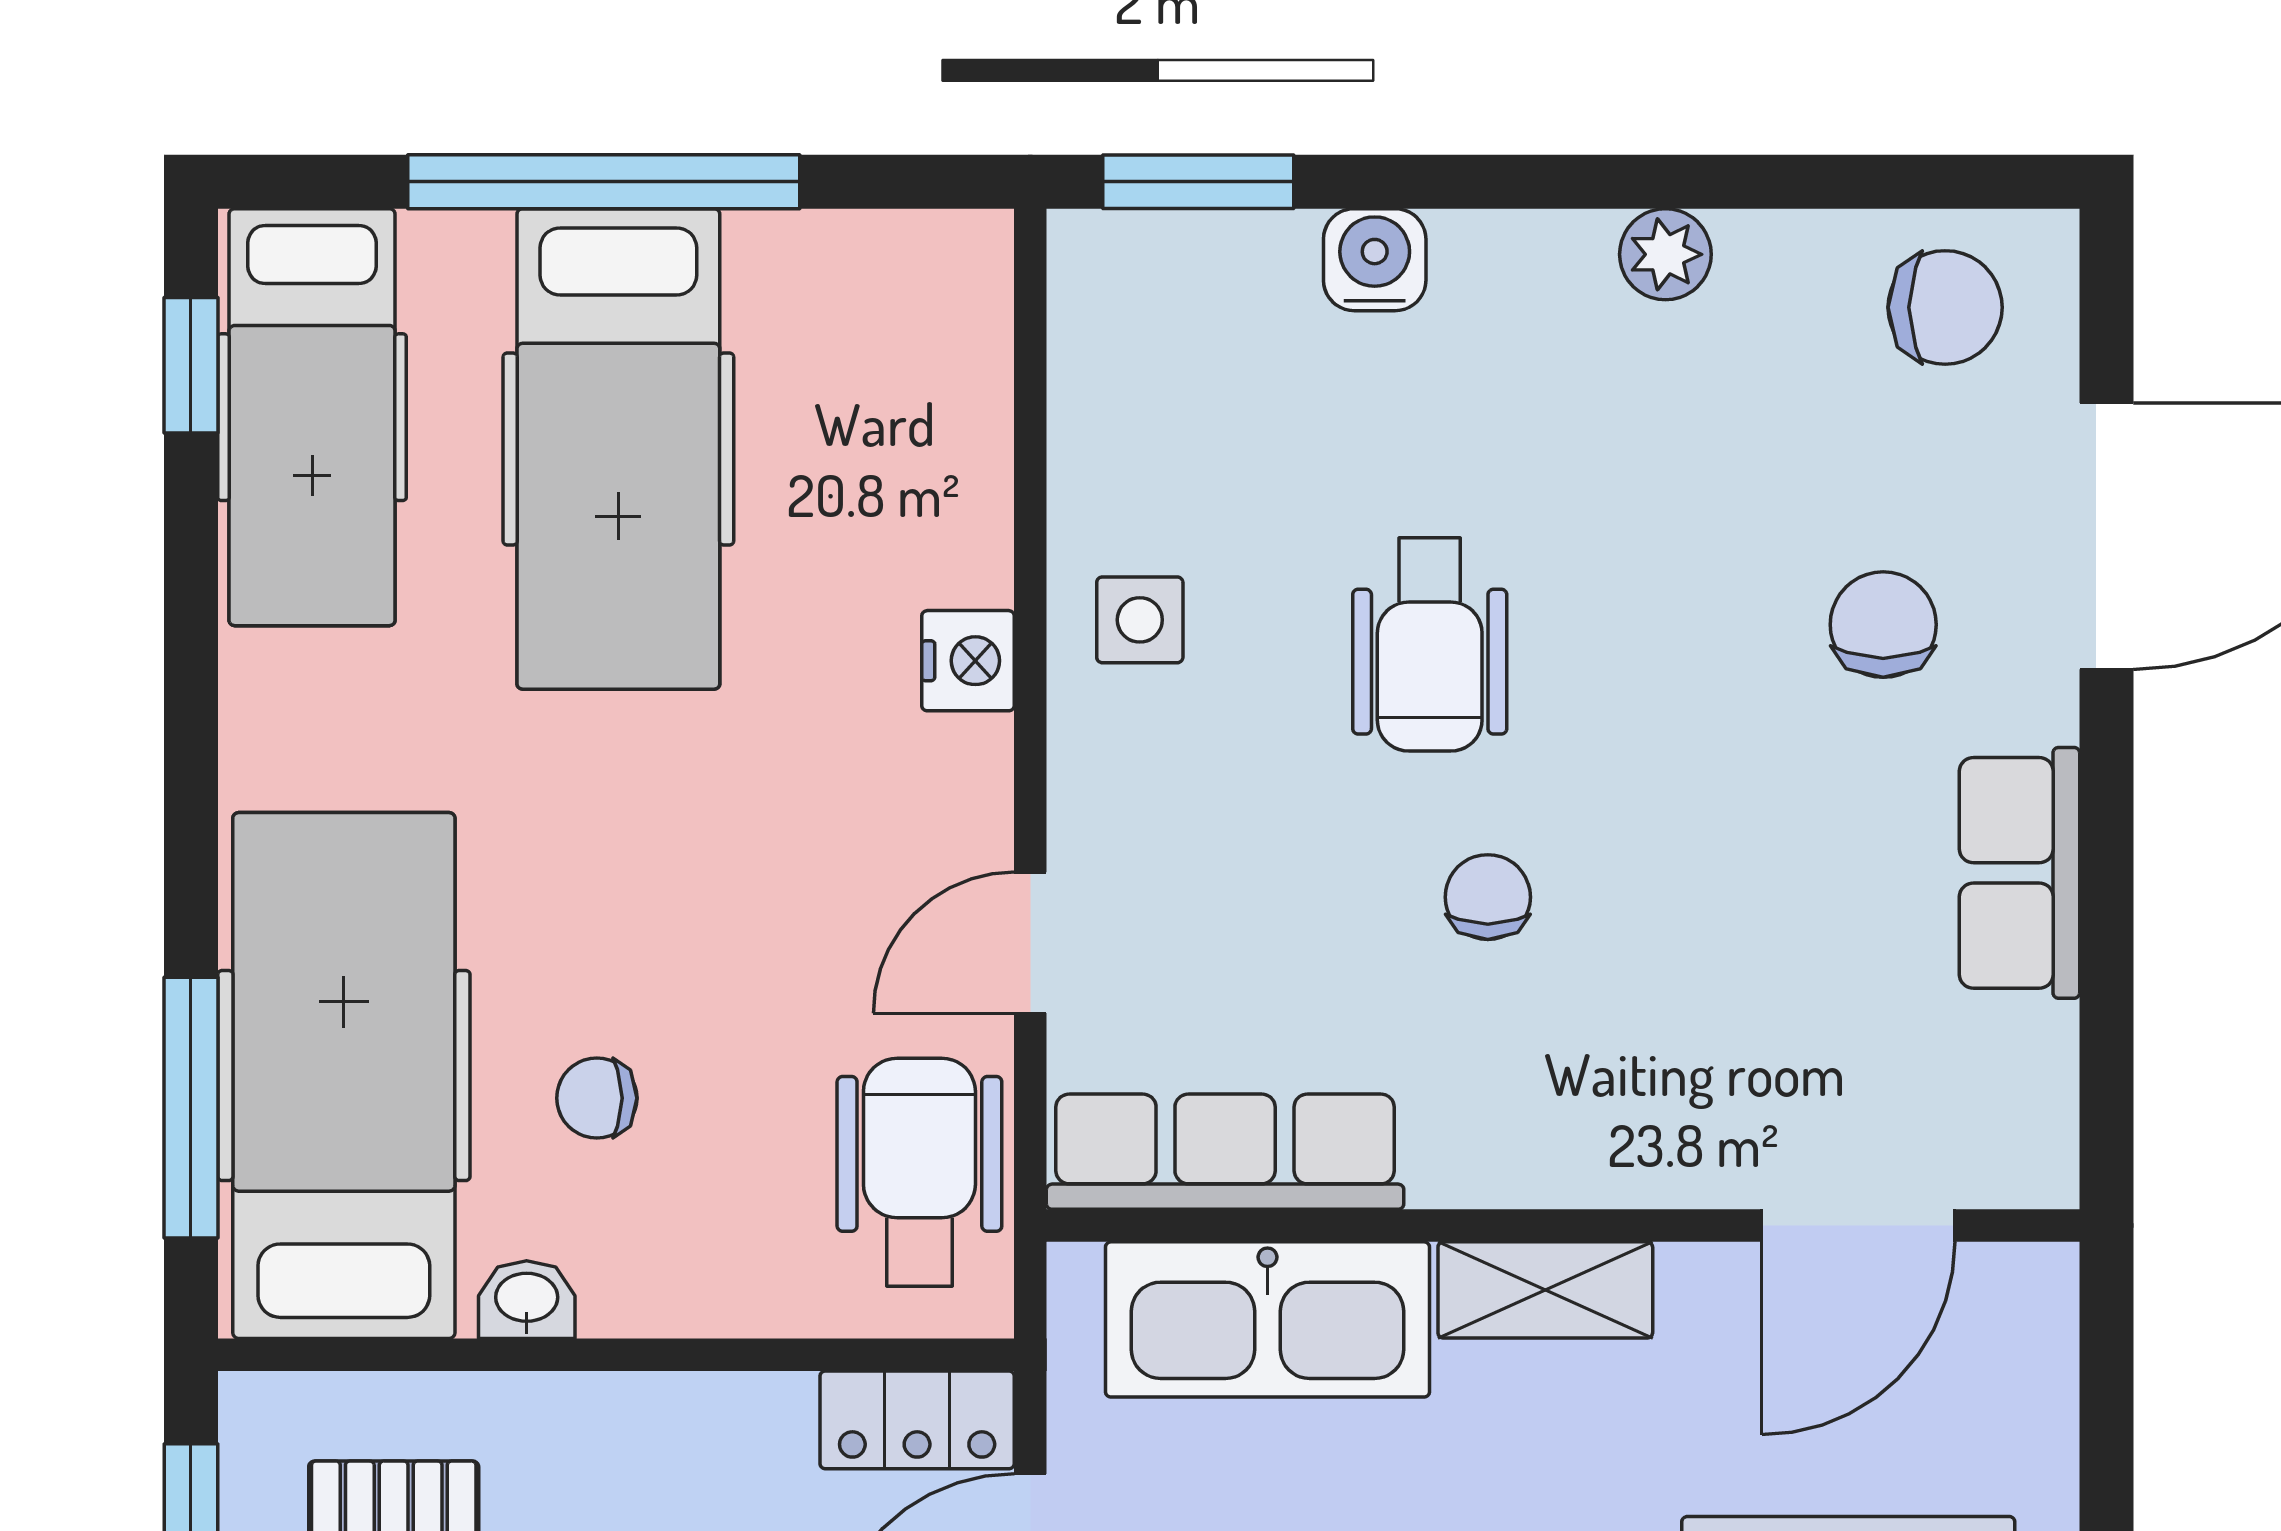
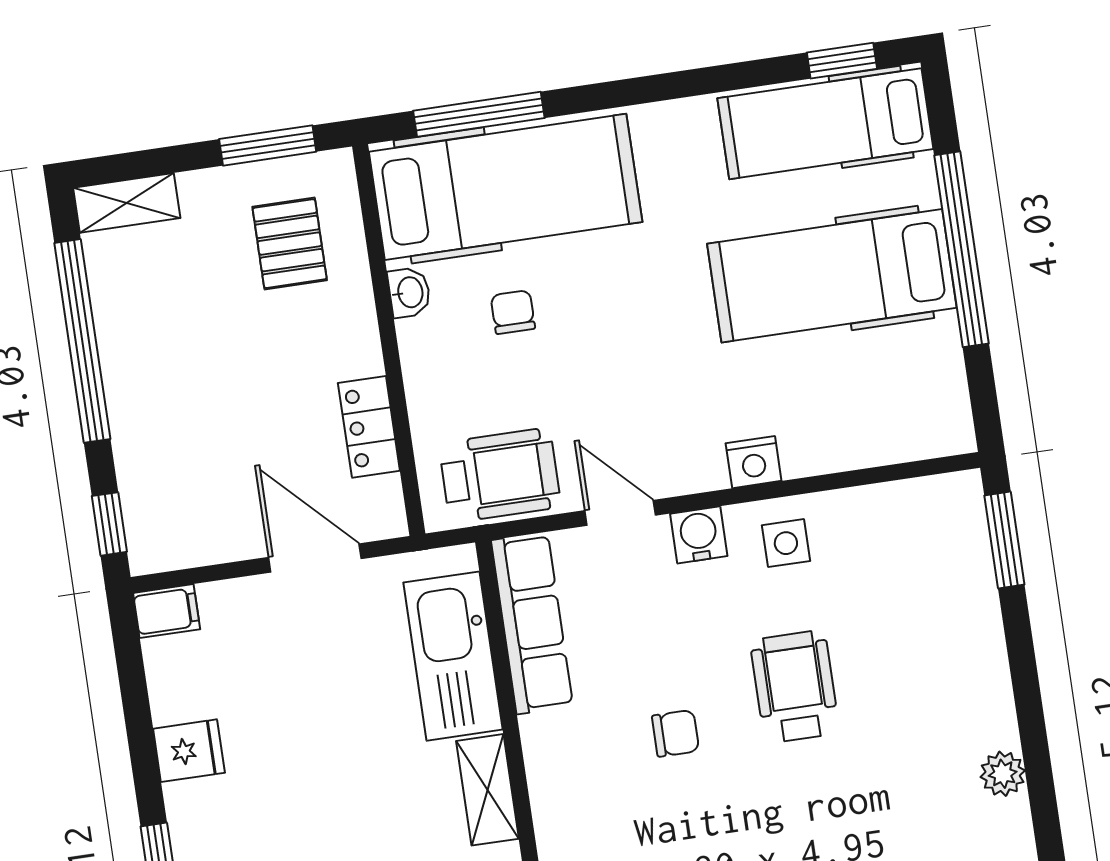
water cooler: (1375, 260) -> (699, 535), moved, turned -90
wheelchair: (1430, 645) -> (795, 687), turned 90
locker: (917, 1420) -> (369, 427), moved

